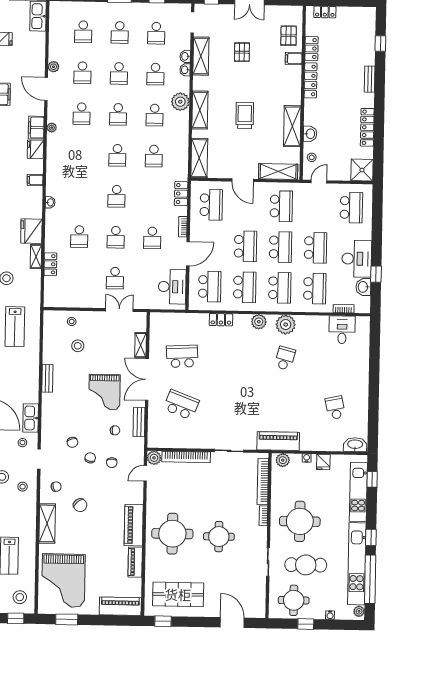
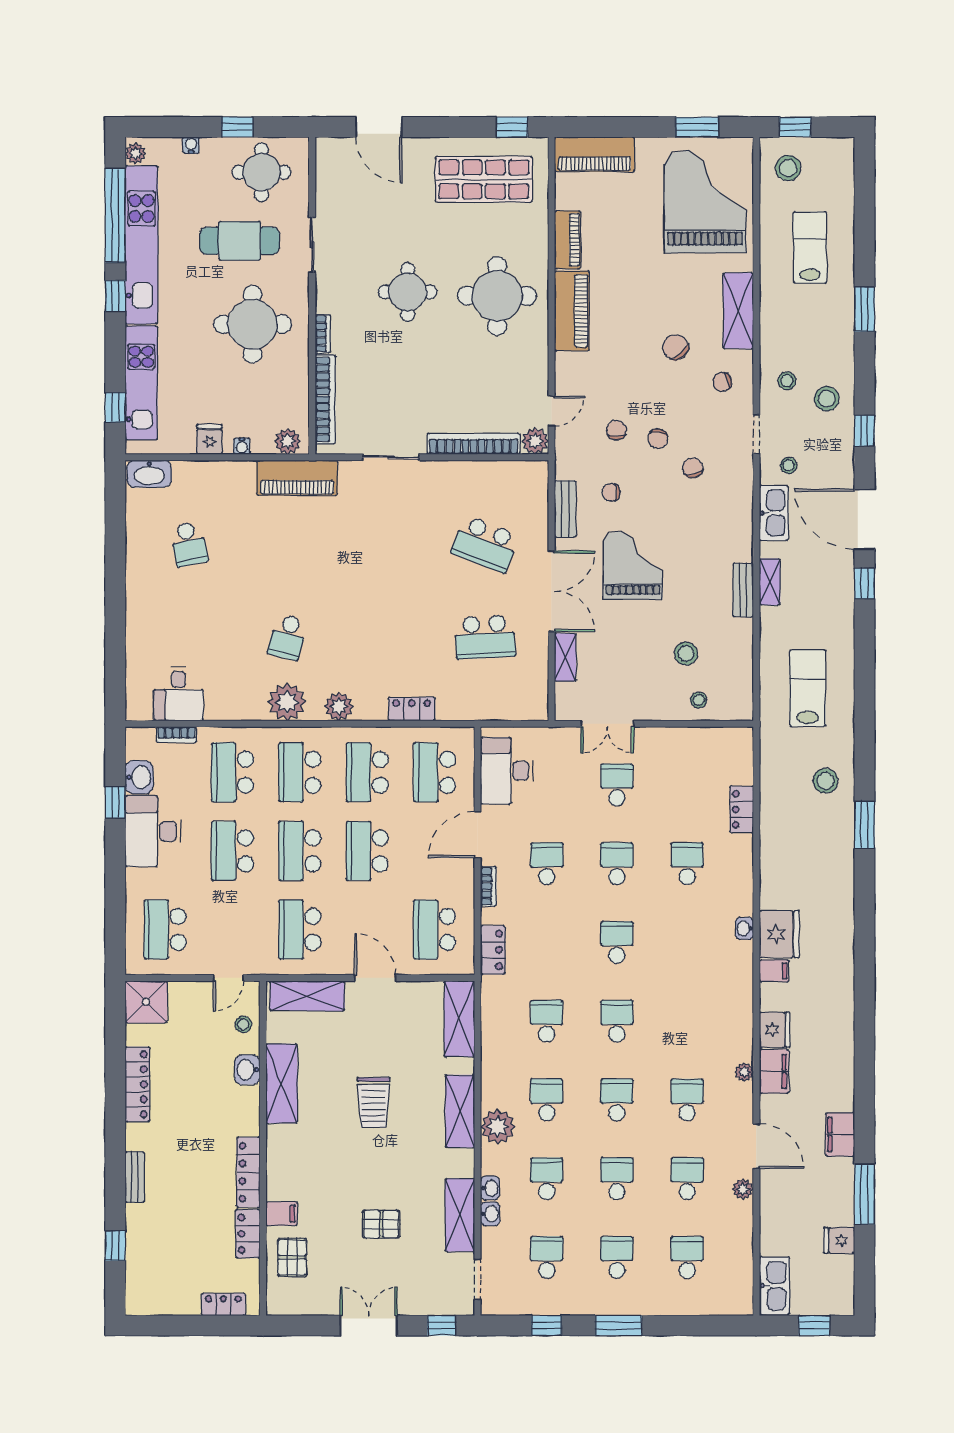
pallet: (242, 52) -> (381, 1224), turned 90
fridge: (31, 231) -> (779, 934), moved
shelving: (36, 257) -> (770, 582), moved

